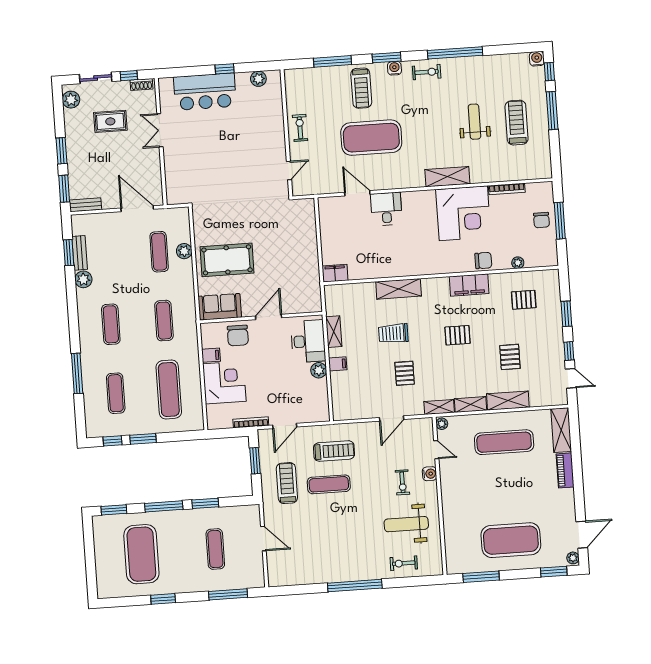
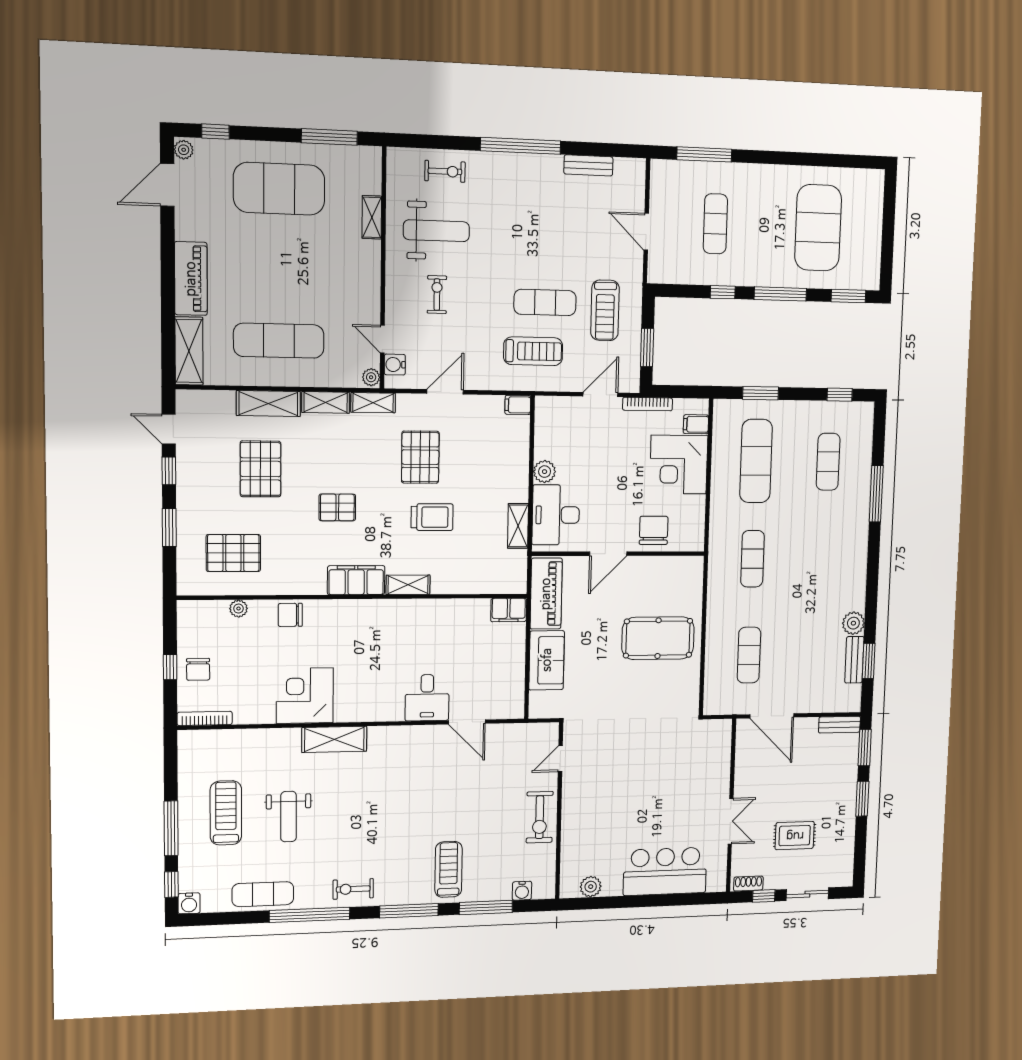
window: (387, 58) -> (409, 911), width x1.44
water cooler: (394, 68) -> (522, 891), moved
window: (225, 69) -> (635, 901), removed
plant: (71, 100) -> (842, 866), removed
treadmill: (517, 123) -> (226, 813), turned 180
exercise bike: (300, 128) -> (540, 817), width x1.38, depth x1.39
exercise mat: (371, 138) -> (263, 894), moved, width x0.50, depth x0.69
bookcase: (507, 189) -> (205, 718), moved
corner desk: (463, 213) -> (305, 696), width x0.74, depth x0.74
chair: (541, 220) -> (198, 669), turned 180
window: (560, 221) -> (170, 667), width x0.46
plant: (184, 251) -> (715, 654), removed
filing cabinet: (469, 285) -> (356, 580), moved
piano: (310, 286) -> (546, 594), added
shelving: (399, 289) -> (408, 585), width x0.67, depth x0.75
pallet: (524, 300) -> (233, 553), width x1.50, depth x1.42
sofa: (220, 307) -> (547, 660), moved, turned -90
exercise mat: (111, 324) -> (824, 559), removed
filing cabinet: (211, 355) -> (696, 424), moved
pallet: (510, 357) -> (260, 469), width x1.50, depth x1.42
filing cabinet: (338, 364) -> (518, 405), moved
pallet: (405, 373) -> (420, 457), width x1.50, depth x1.42
window: (143, 439) -> (761, 393), moved
treadmill: (334, 451) -> (533, 351), turned 180
piano: (565, 470) -> (191, 279), width x1.37, depth x1.33
water cooler: (430, 474) -> (395, 365), moved
window: (205, 503) -> (723, 292), width x0.67
shelving: (450, 528) -> (372, 217), added
window: (554, 572) -> (215, 132), width x0.67
bench: (308, 578) -> (588, 165), added
window: (163, 599) -> (795, 159), removed

